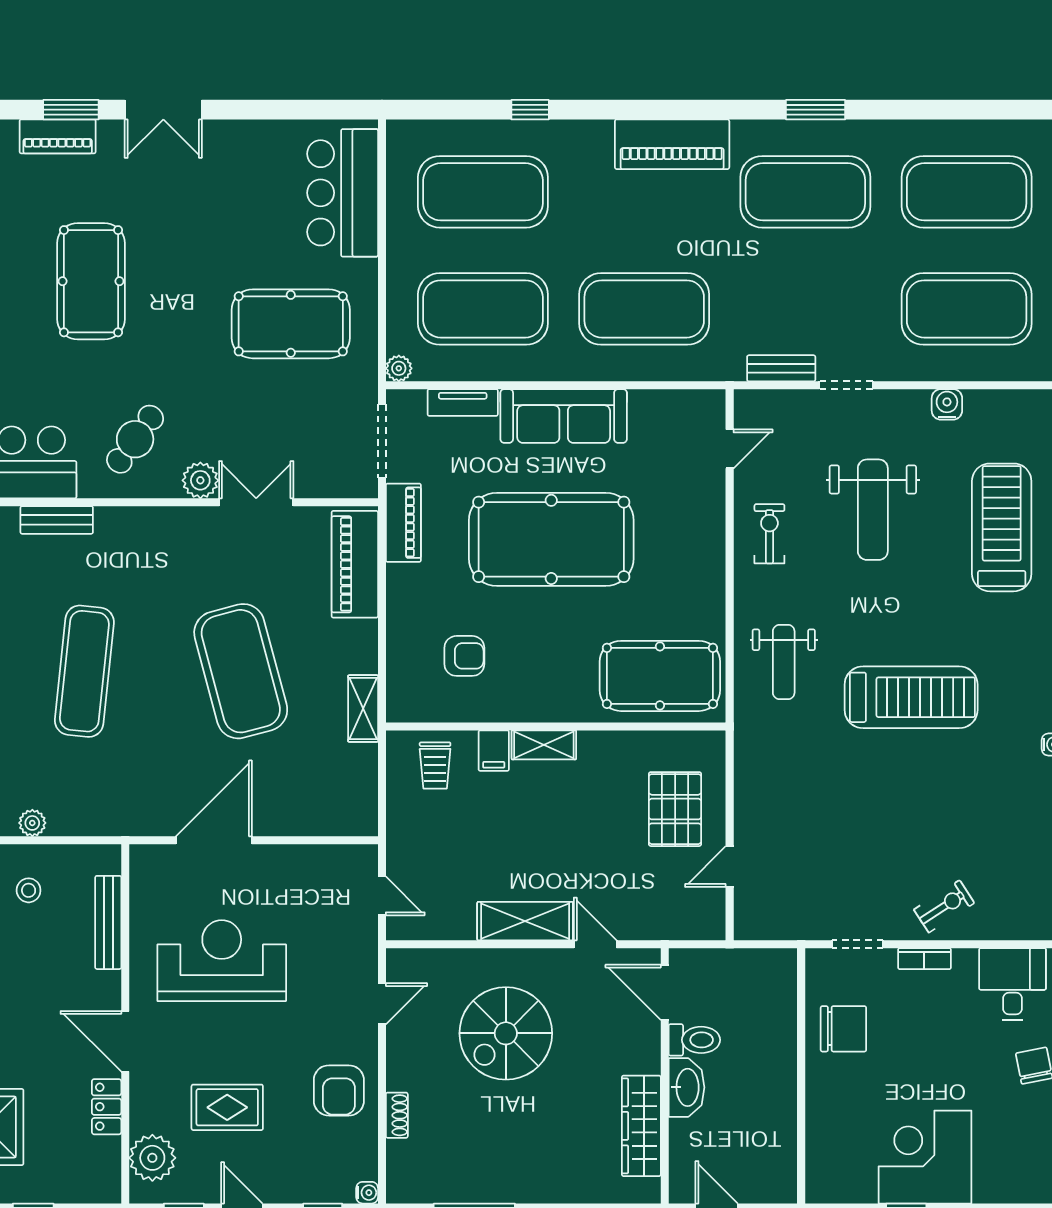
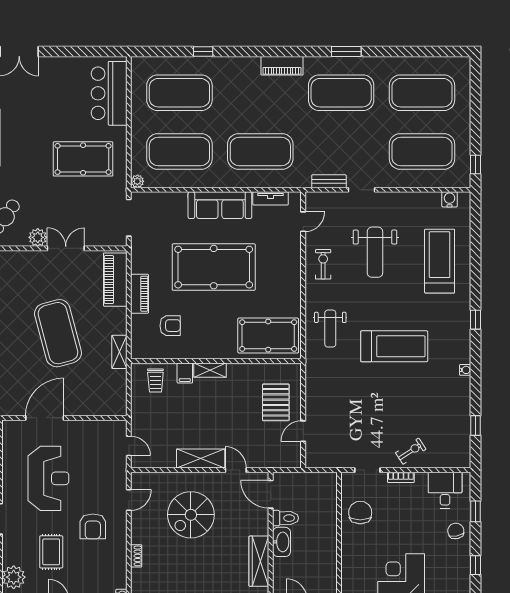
piano: (672, 144) -> (282, 66), width x0.73, depth x0.75
tv unit: (463, 403) -> (270, 198), moved
water cooler: (947, 404) -> (450, 199), moved
piano: (403, 523) -> (140, 294), moved
reception desk: (222, 961) -> (48, 478), turned 90
chair: (843, 1029) -> (360, 513), turned -90
armchair: (339, 1090) -> (93, 526), moved
rug: (227, 1107) -> (51, 552), turned 90

